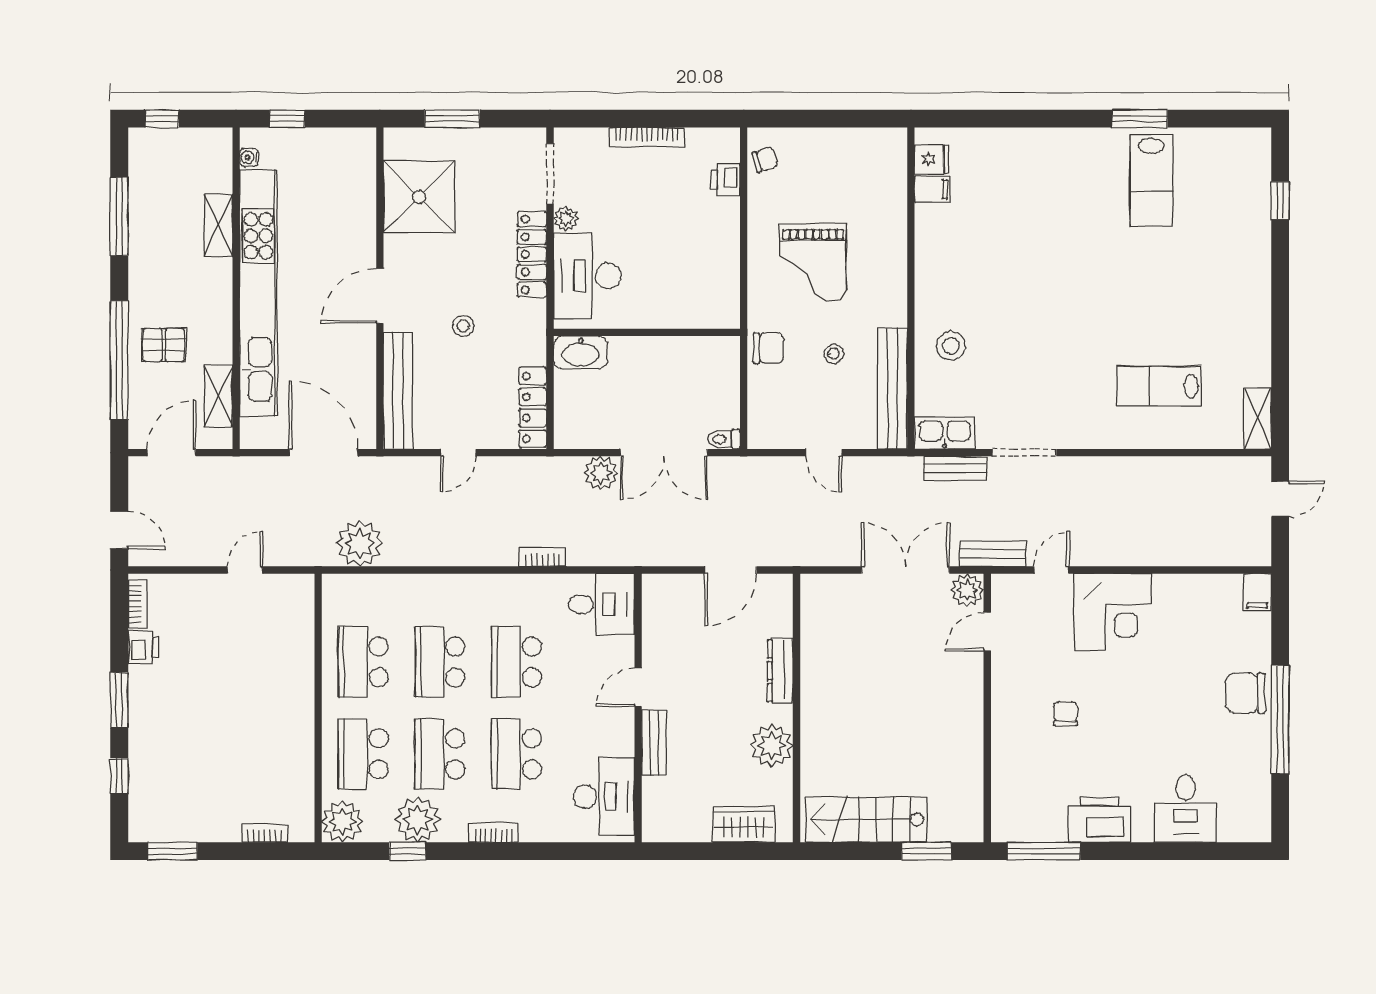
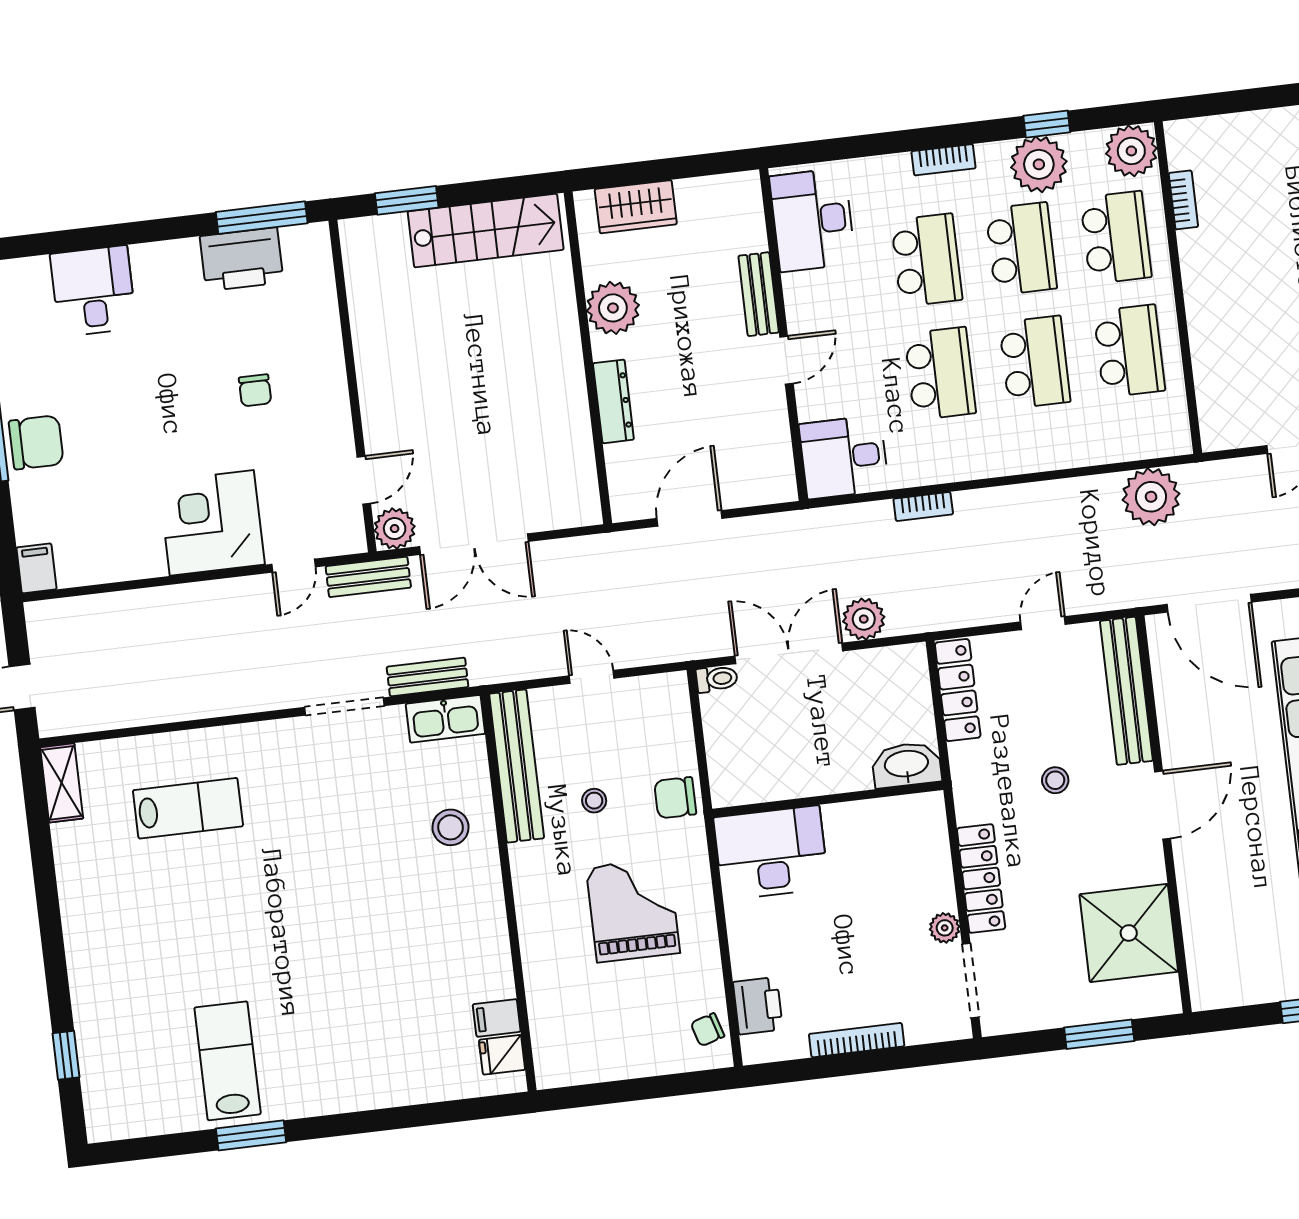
printer: (726, 180) -> (758, 1006), width x1.36, depth x1.24
desk: (587, 276) -> (771, 853), moved, turned -90
printer: (1100, 820) -> (242, 259), moved
bookcase: (265, 833) -> (1183, 200), moved, turned -90

